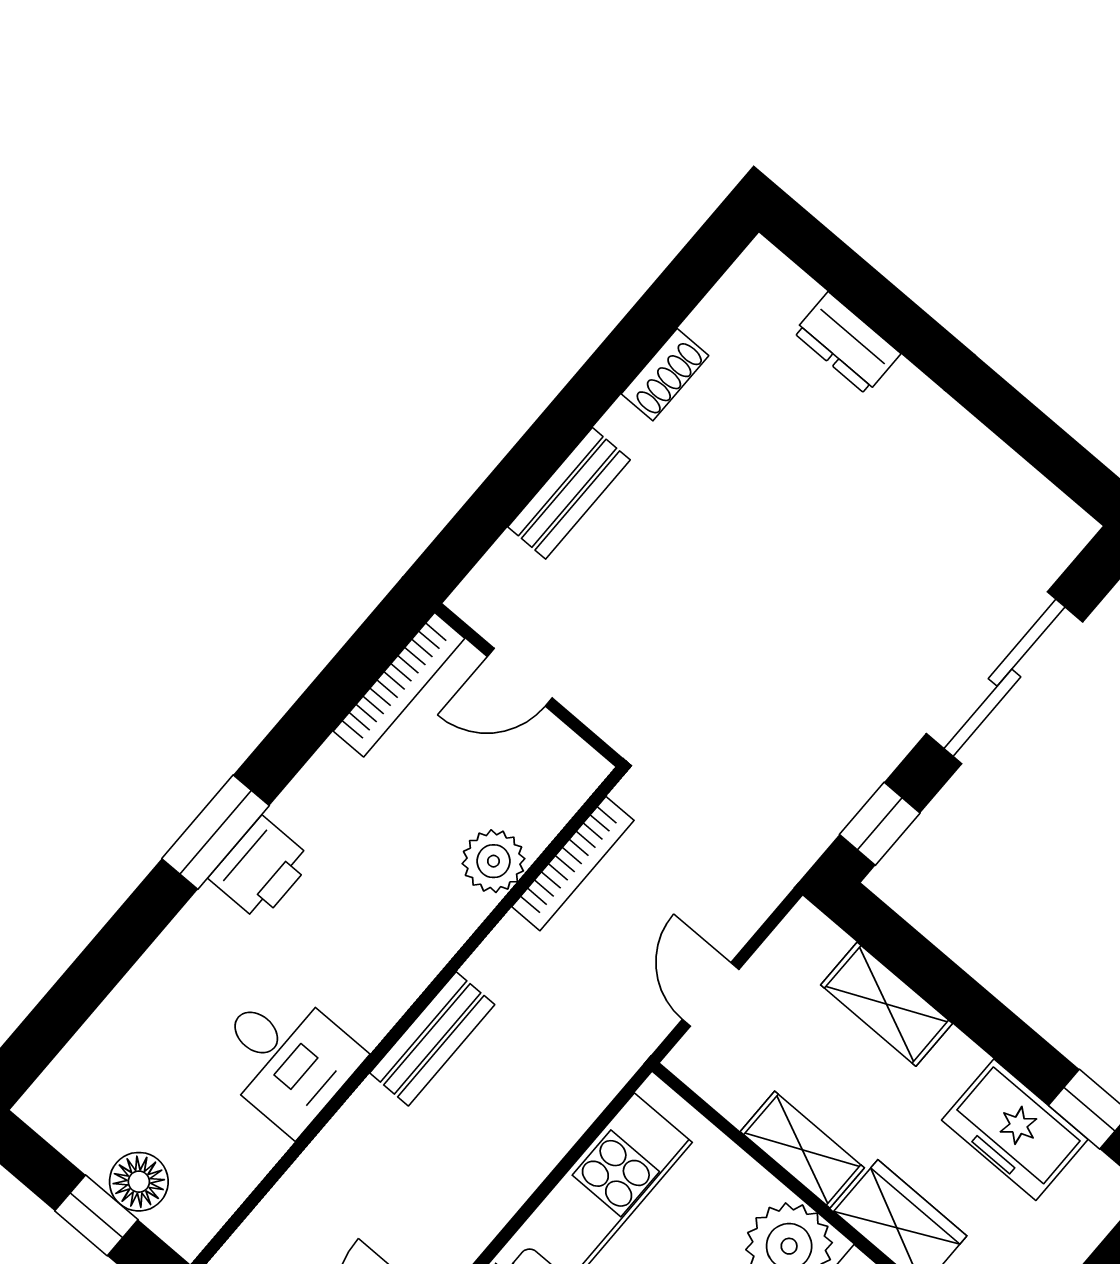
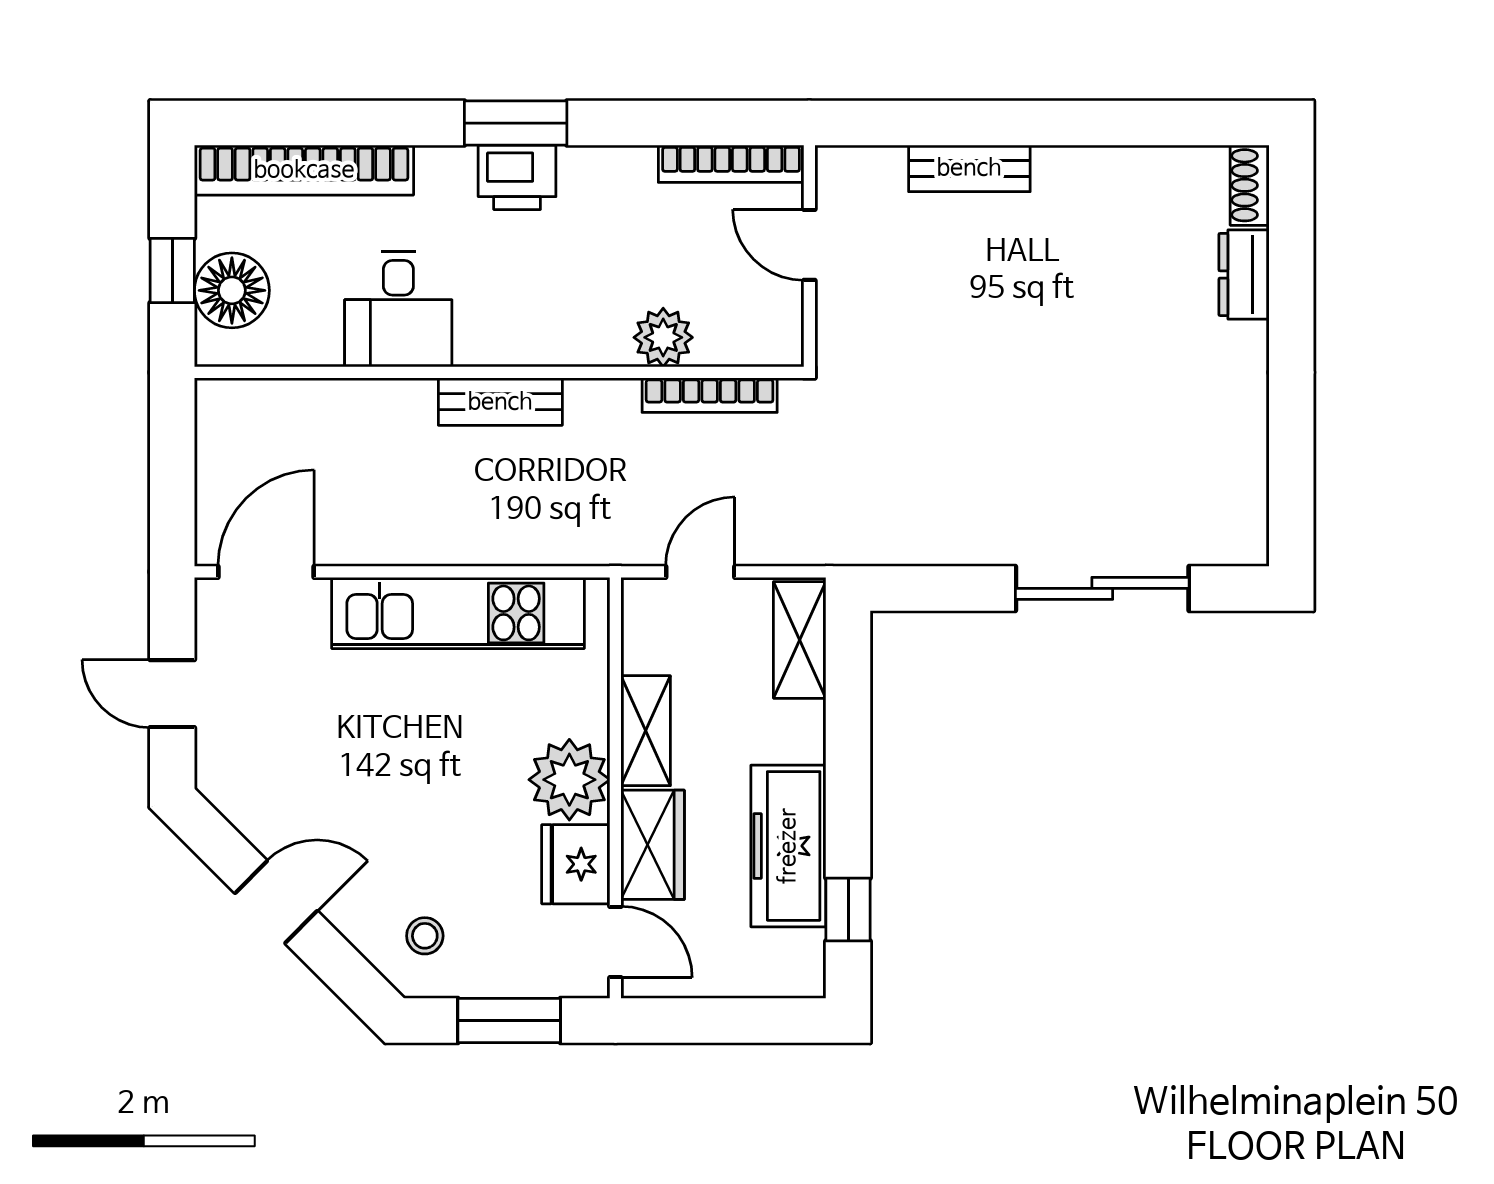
shoe rack: (665, 375) -> (1250, 185), moved, turned 90
window: (880, 824) -> (923, 588), removed
shelving: (887, 1004) -> (800, 640), moved
bookcase: (106, 1038) -> (304, 170), added
freezer: (1015, 1130) -> (788, 846), width x1.40
floor lamp: (139, 1182) -> (232, 290), width x1.38, depth x1.38

